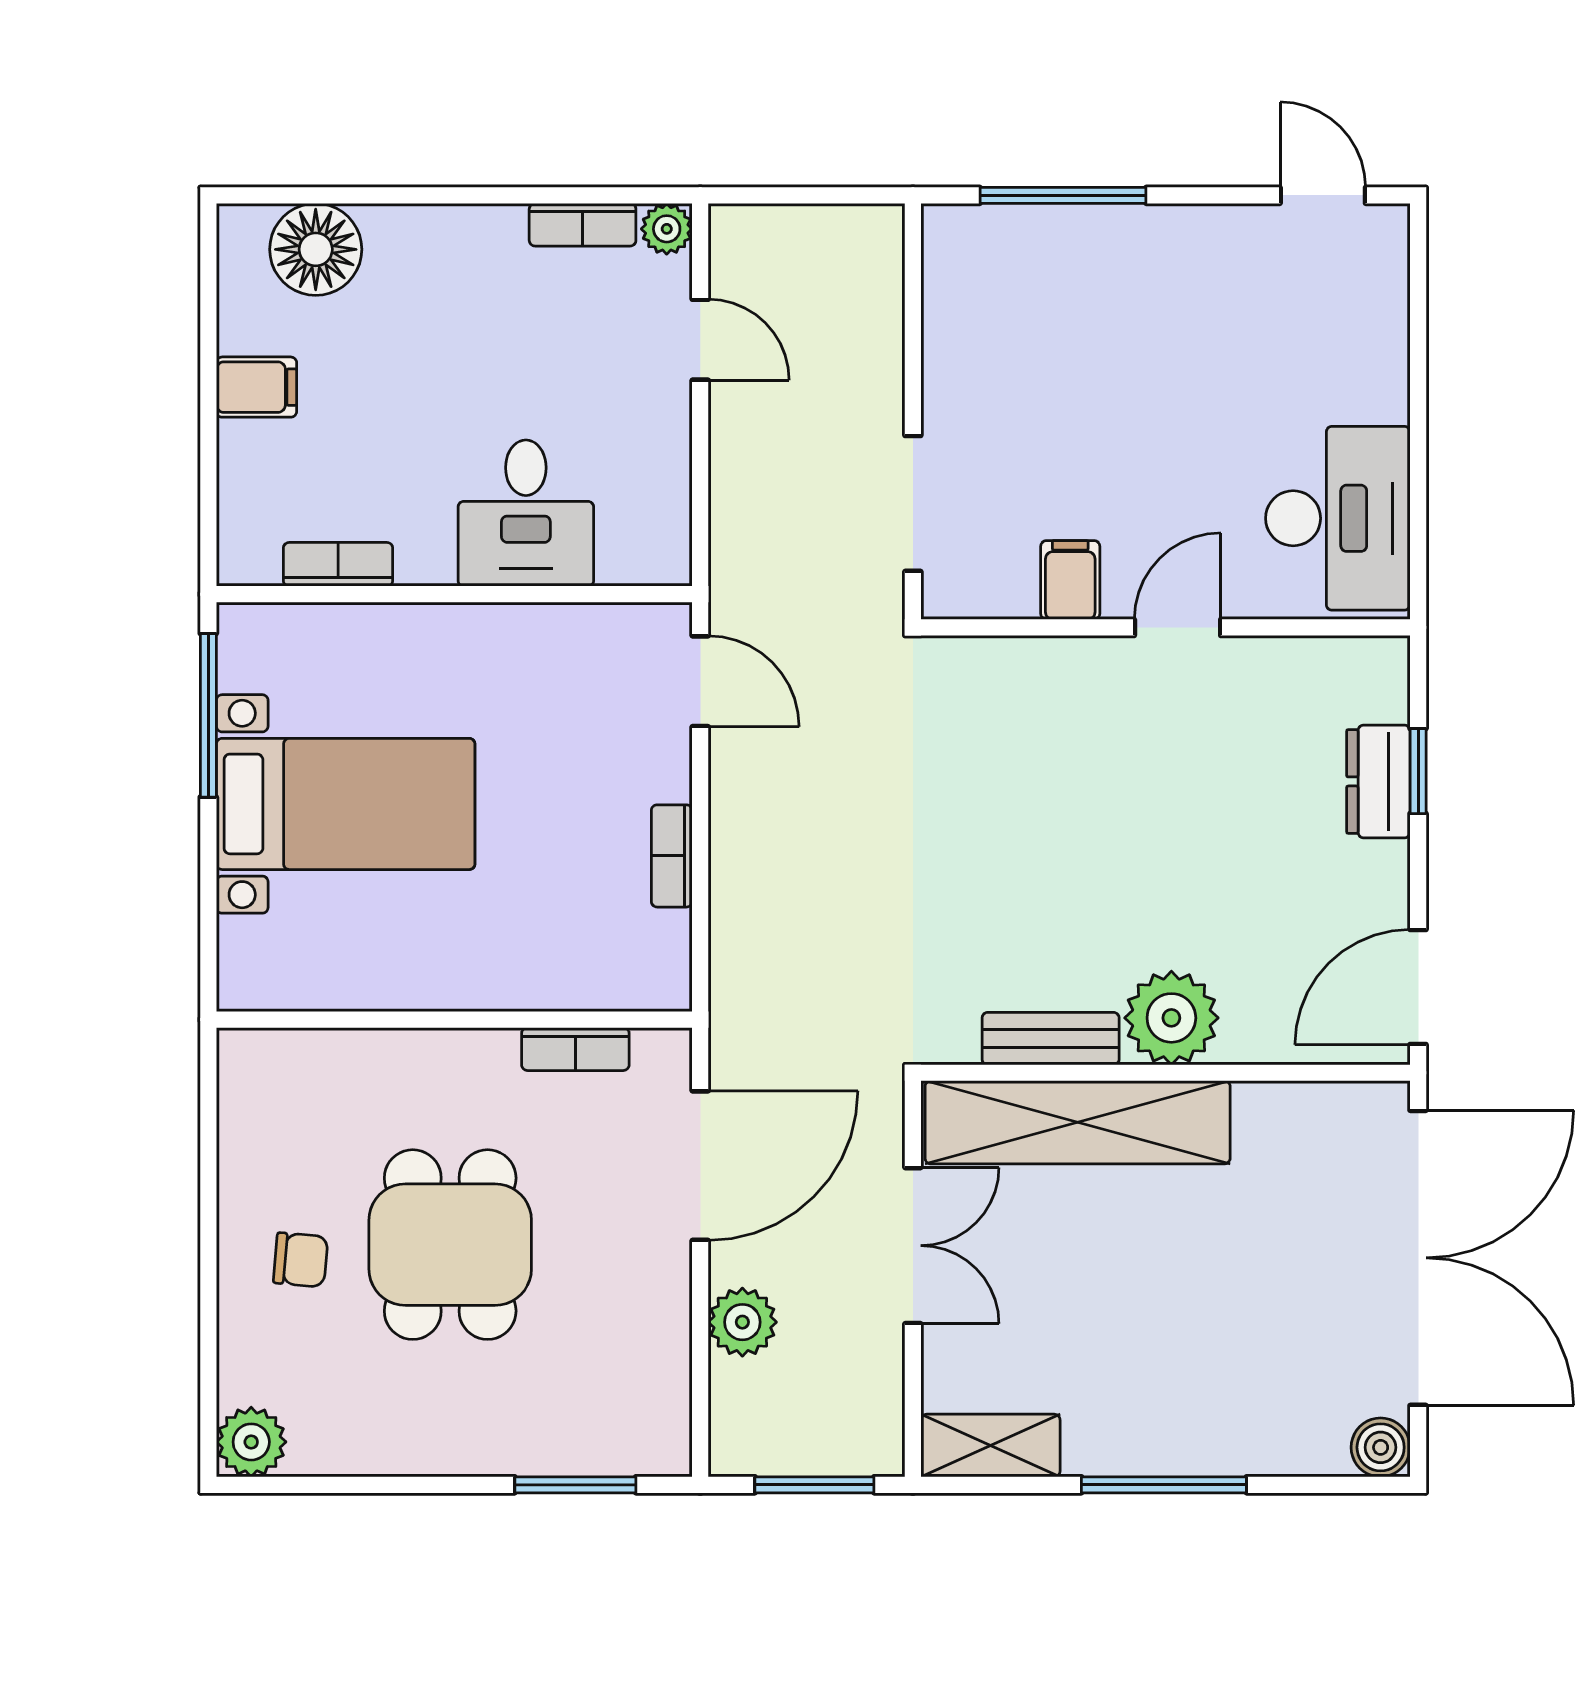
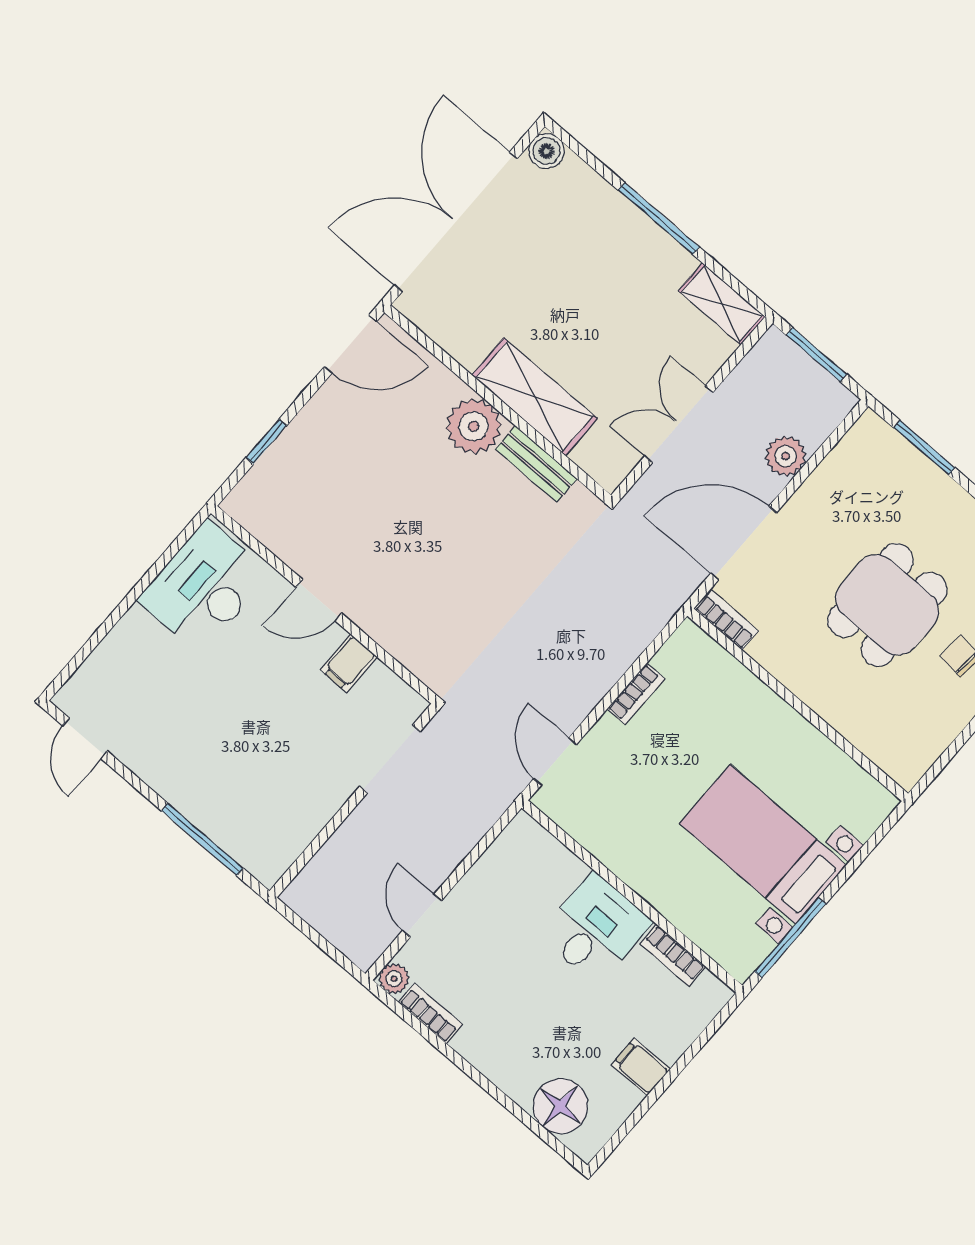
desk: (526, 513) -> (595, 929), moved
dresser: (1378, 781) -> (288, 452), removed
bookcase: (575, 1049) -> (726, 620), moved
shelving: (1078, 1122) -> (535, 397), width x0.68

